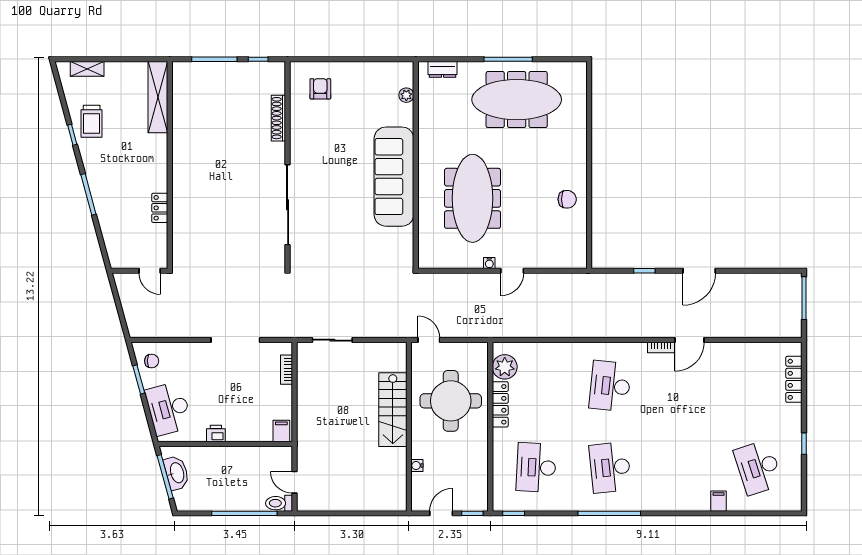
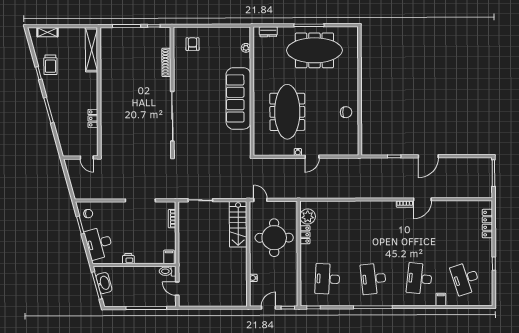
desk: (610, 386) -> (419, 279), moved
locker: (500, 404) -> (305, 235), width x0.66
stairs: (393, 410) -> (238, 224), moved
toilet: (279, 503) -> (168, 271), moved

